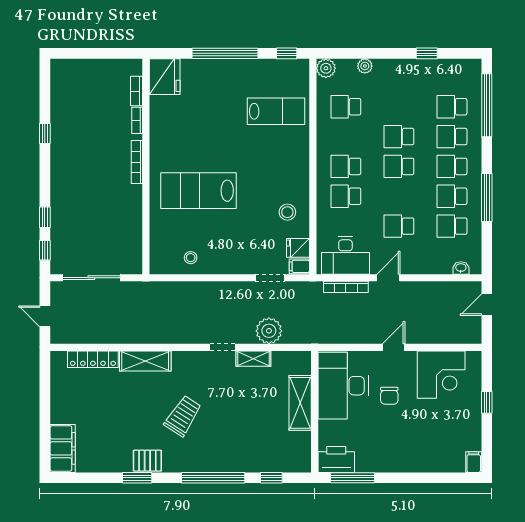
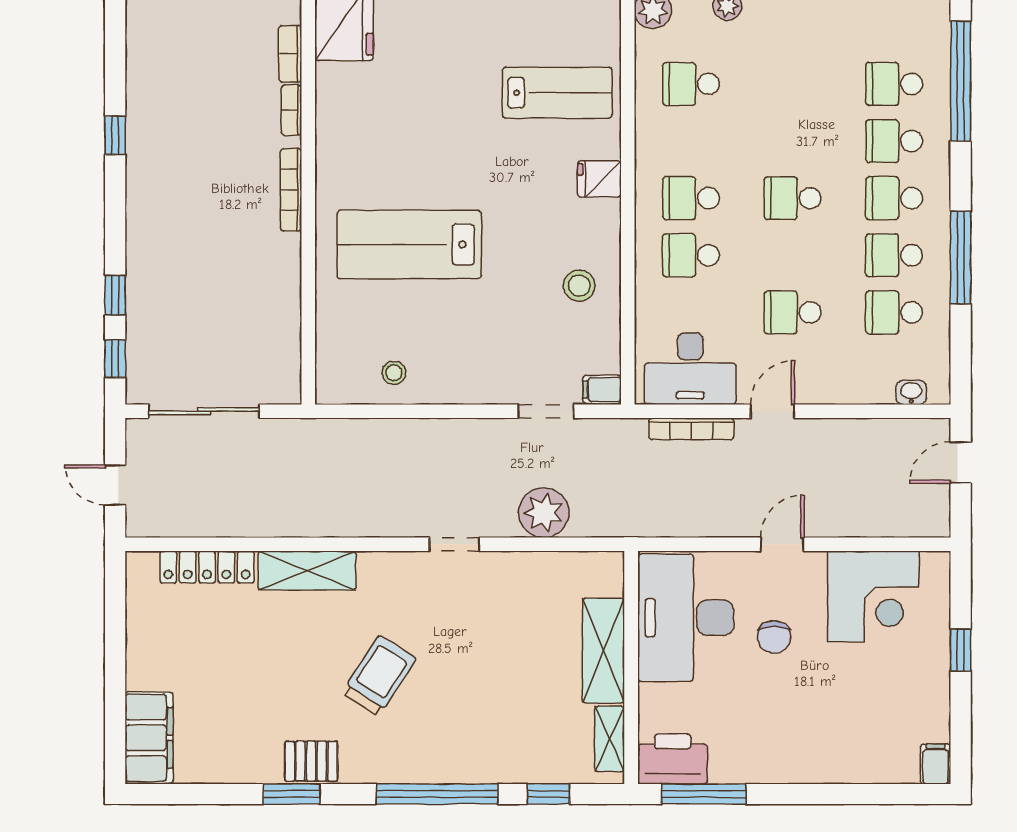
school desk: (399, 137) -> (793, 141), removed
fridge: (298, 248) -> (599, 179), moved
shelving: (253, 359) -> (610, 739), moved, turned 90

